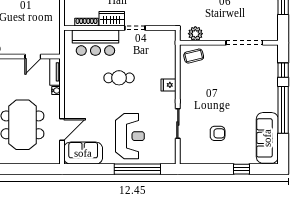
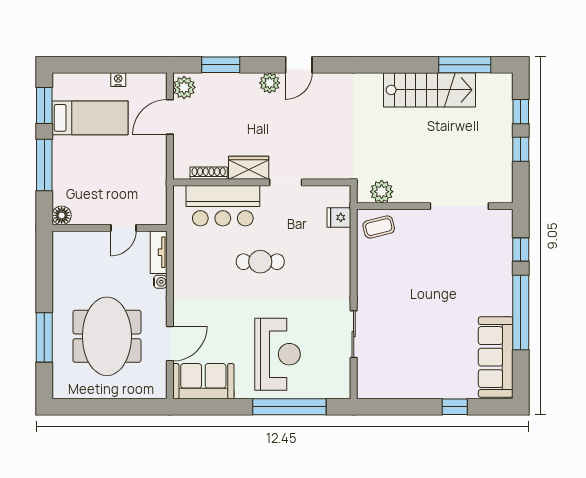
fridge: (169, 85) -> (339, 217), moved
armchair: (218, 133) -> (417, 350), removed

